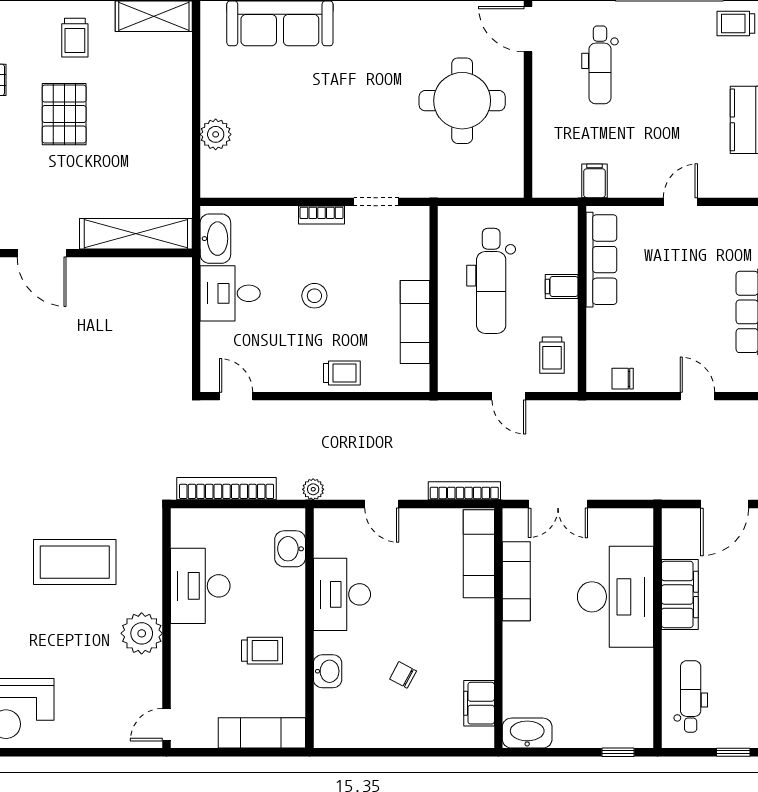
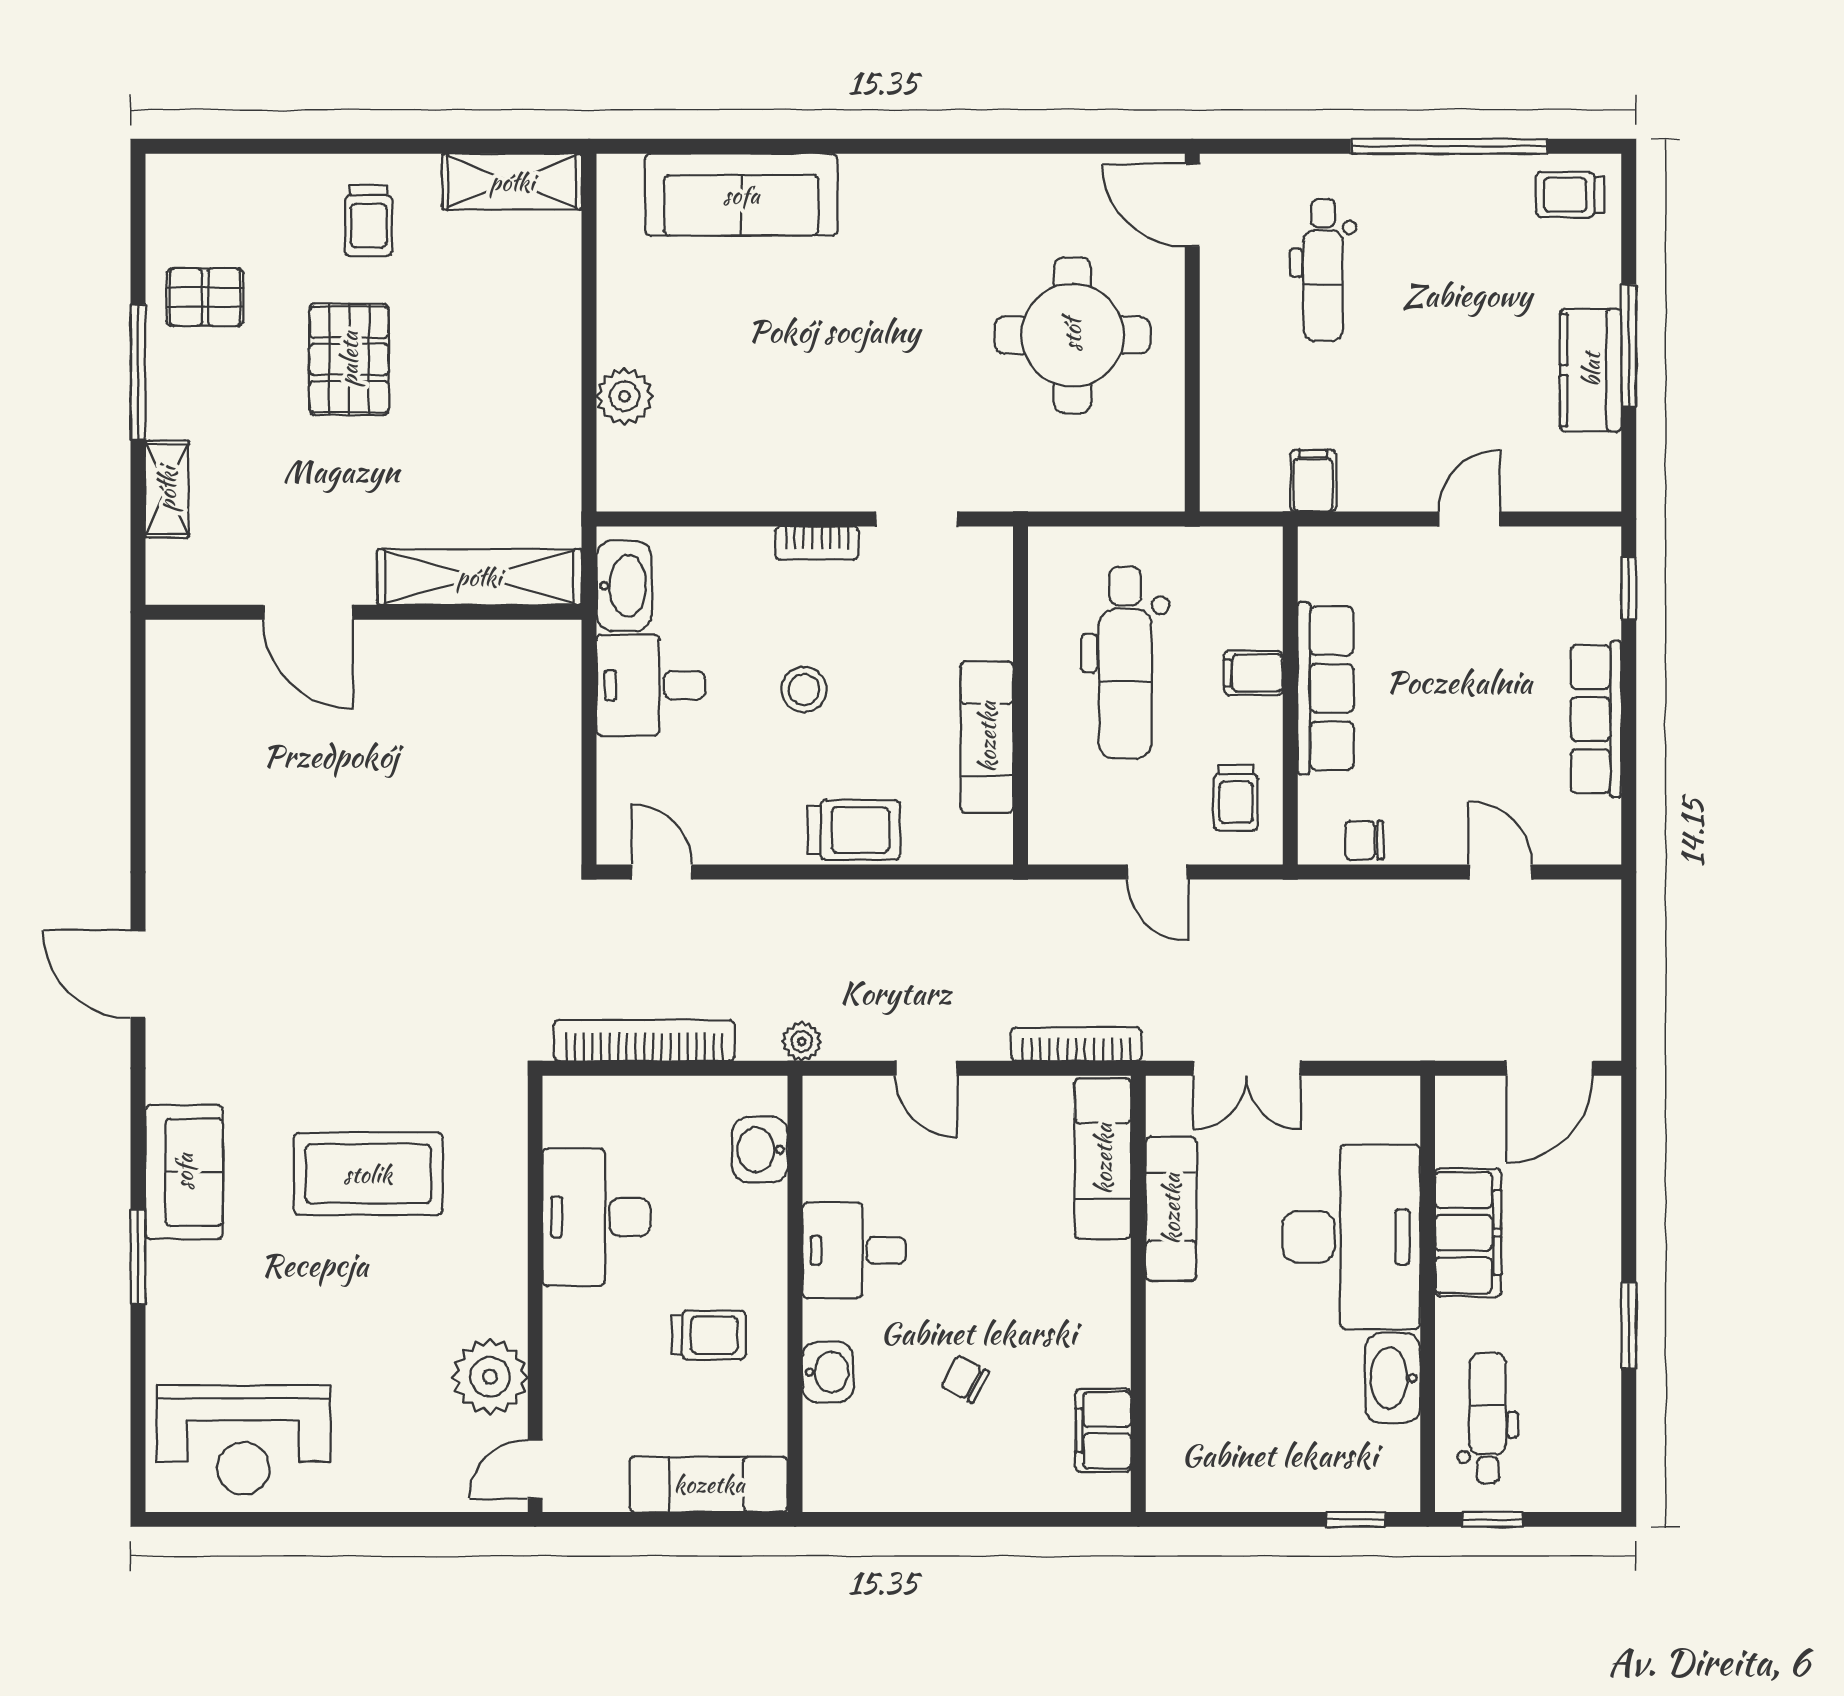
row of seats: (601, 260) -> (1326, 688), moved
trolley: (342, 373) -> (854, 830), width x1.36, depth x1.39
desk: (342, 594) -> (854, 1250), width x0.73
plant: (142, 633) -> (490, 1377), moved
washbasin: (527, 733) -> (1393, 1378), moved, turned -90
window: (733, 752) -> (1493, 1519), moved

